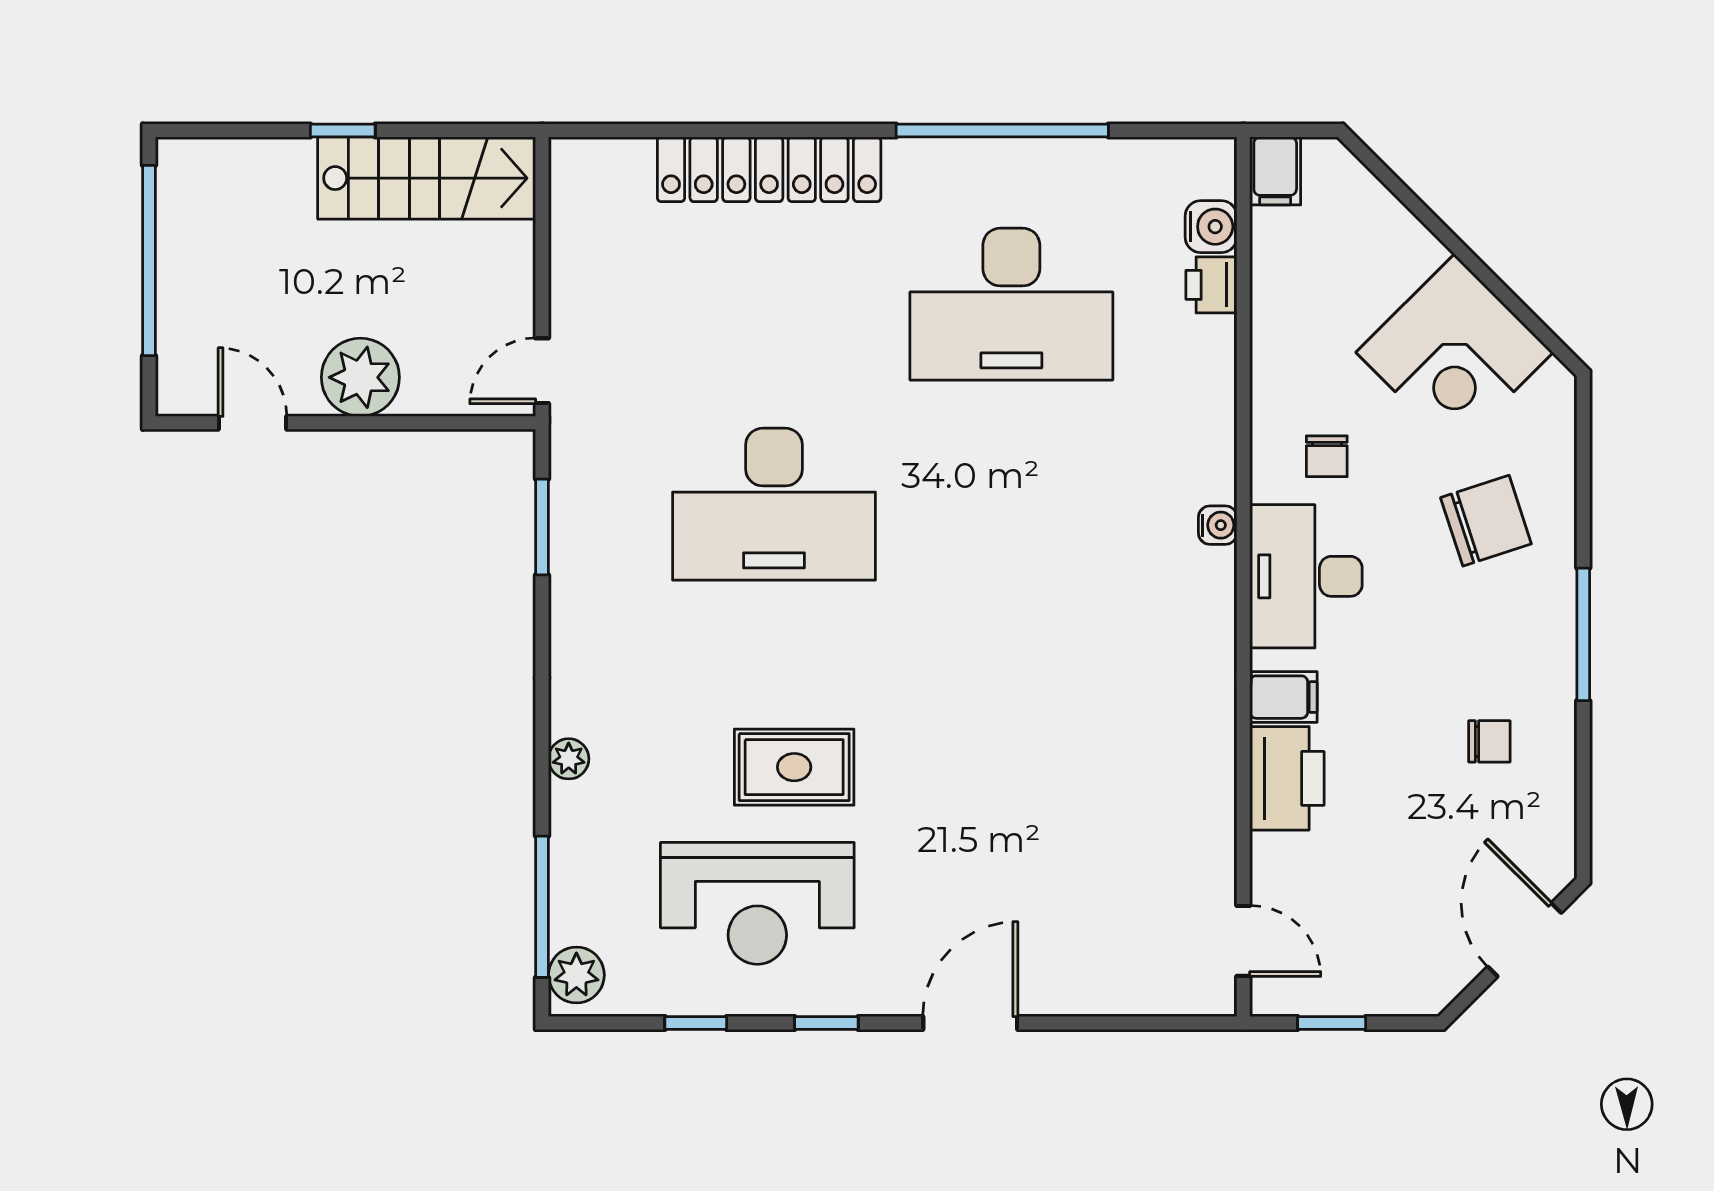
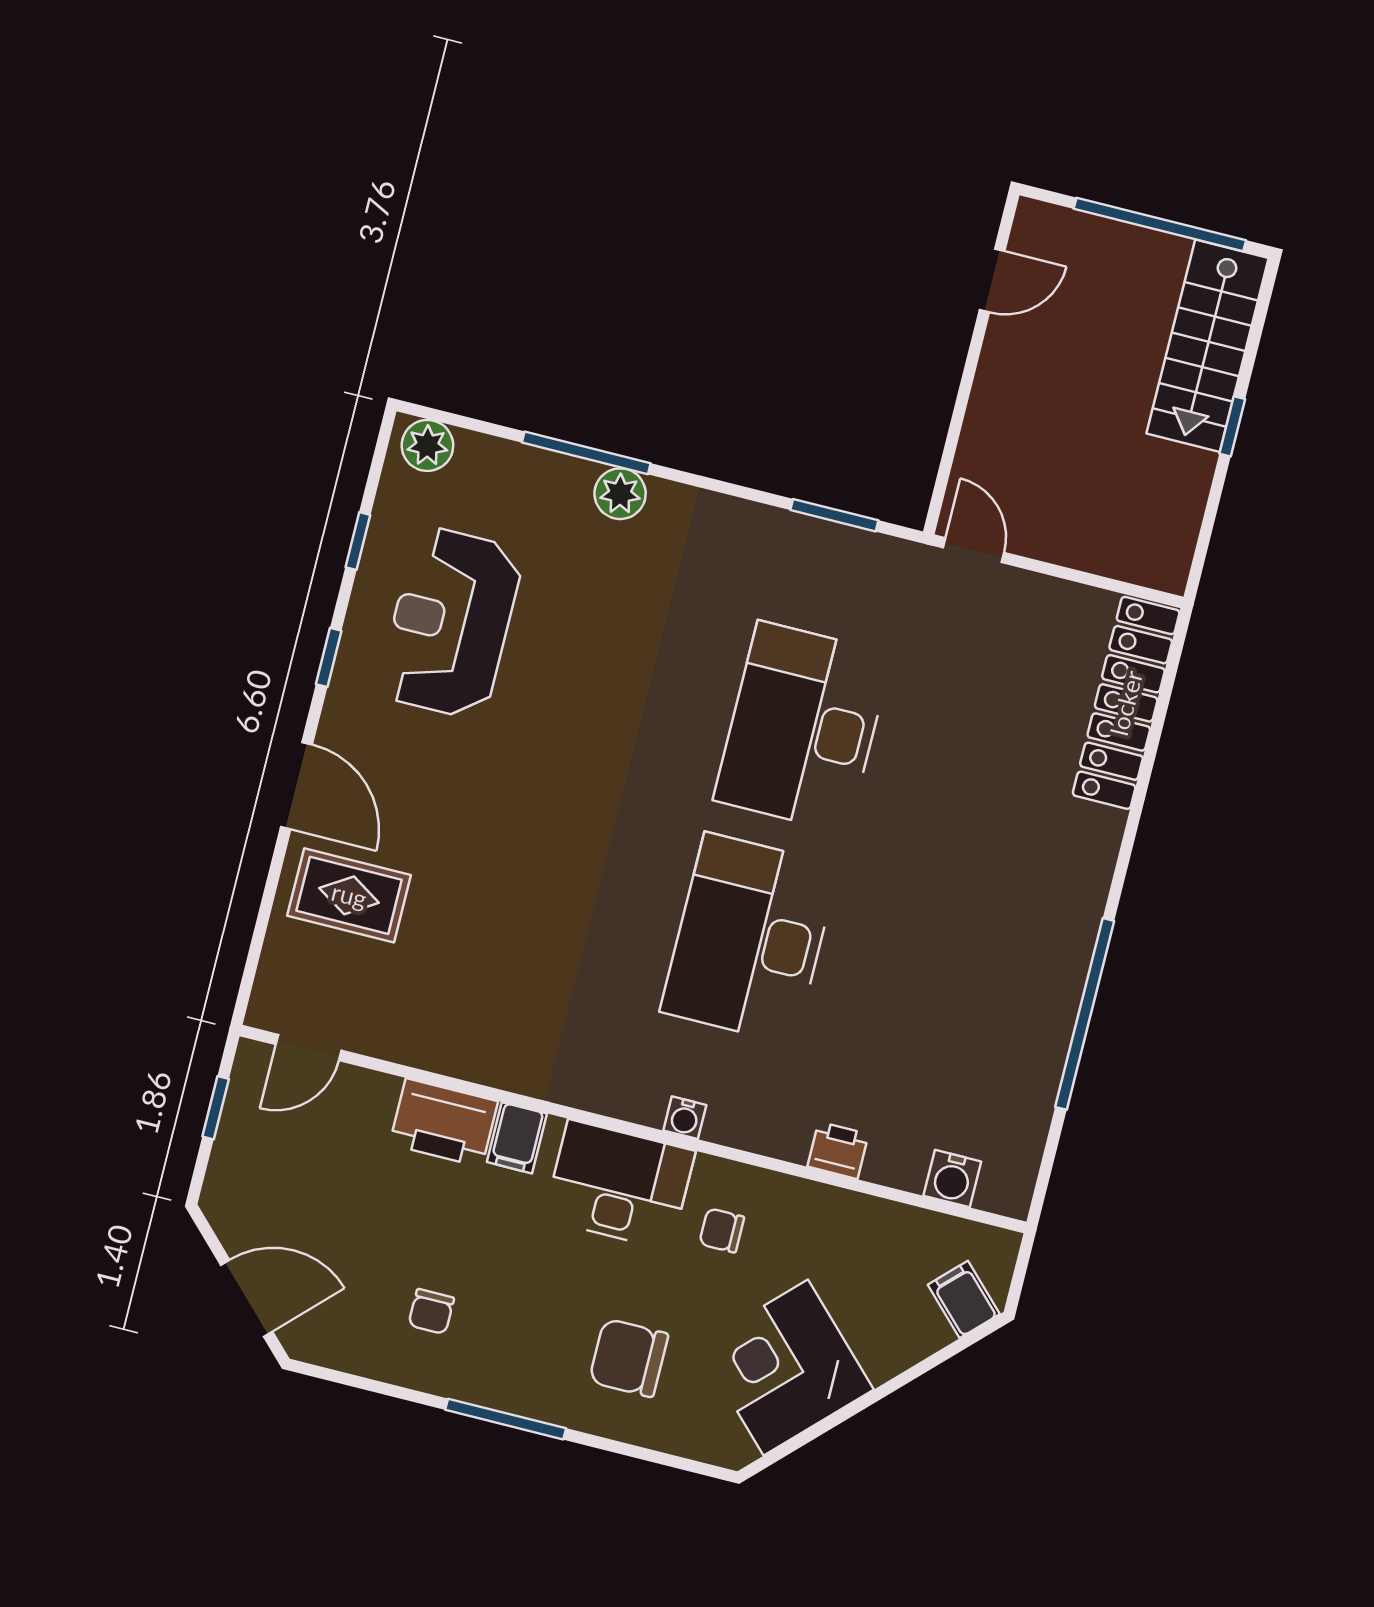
locker: (769, 169) -> (1126, 703), moved
filing cabinet: (1275, 171) -> (964, 1299), moved, turned 45
stairs: (427, 178) -> (1208, 346), moved
printer: (1211, 285) -> (838, 1150), moved
desk: (1011, 304) -> (750, 939), moved
plant: (360, 377) -> (1008, 387), removed
chair: (1486, 521) -> (629, 1358), turned 108
plant: (569, 759) -> (620, 494), width x1.38, depth x1.38
rug: (794, 767) -> (349, 895), moved, turned 90
window: (542, 907) -> (586, 453), moved

